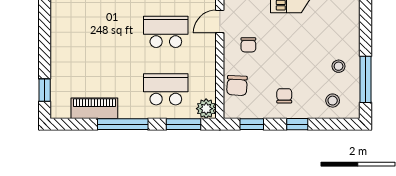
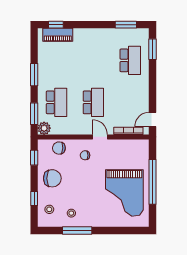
window: (365, 79) -> (77, 230), moved
chair: (284, 96) -> (52, 178), width x1.87, depth x1.87
piano: (94, 108) -> (58, 35), moved, turned 90
window: (123, 124) -> (34, 75), width x0.69
window: (297, 124) -> (34, 198), moved

